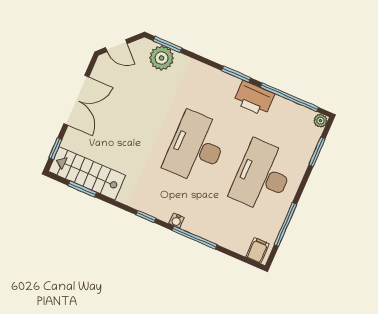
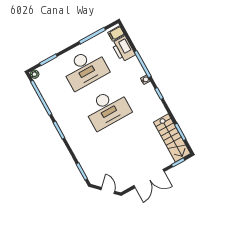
plant: (162, 58) -> (90, 167), removed
printer: (254, 98) -> (123, 49), moved, turned 180
double door: (76, 100) -> (149, 179), swing flipped

